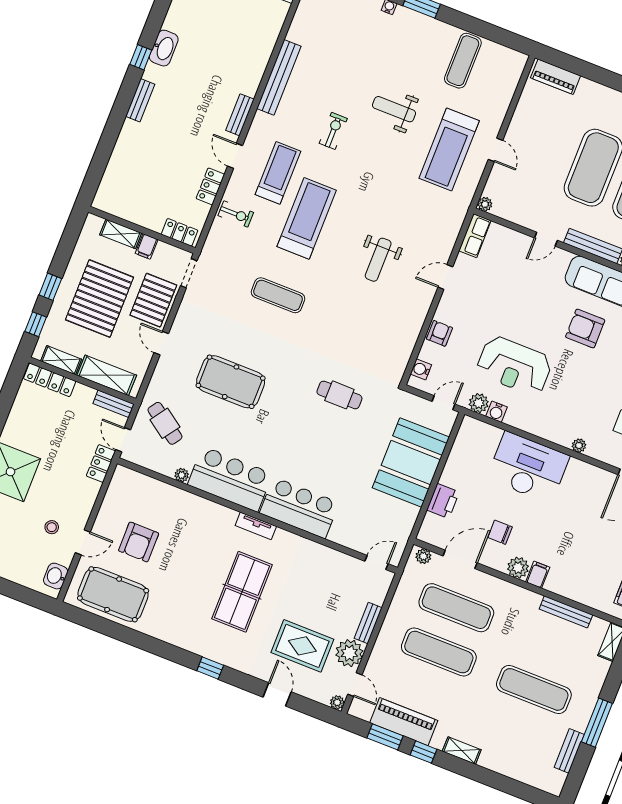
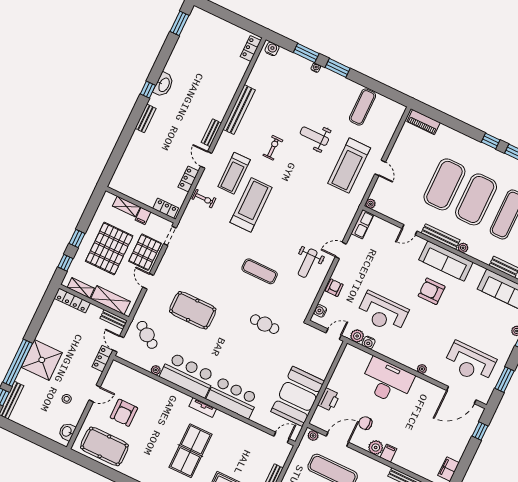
treadmill: (278, 173) -> (234, 173), turned 180
weight bench: (378, 260) -> (308, 263), moved
exercise mat: (278, 295) -> (260, 271), moved
booth: (411, 462) -> (298, 396), moved
door: (83, 542) -> (95, 394), moved

